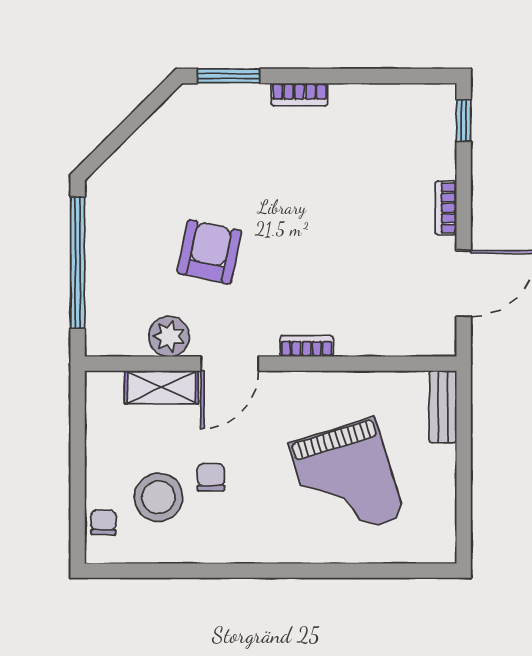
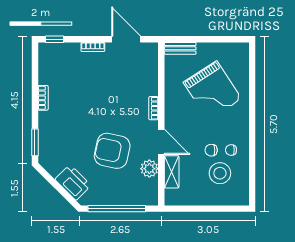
bookcase: (299, 94) -> (43, 98), moved
printer: (138, 163) -> (73, 182), added
armchair: (209, 252) -> (112, 151), width x1.36, depth x1.36
grand piano: (346, 480) -> (212, 91), turned 74
chair: (103, 522) -> (231, 150), moved

